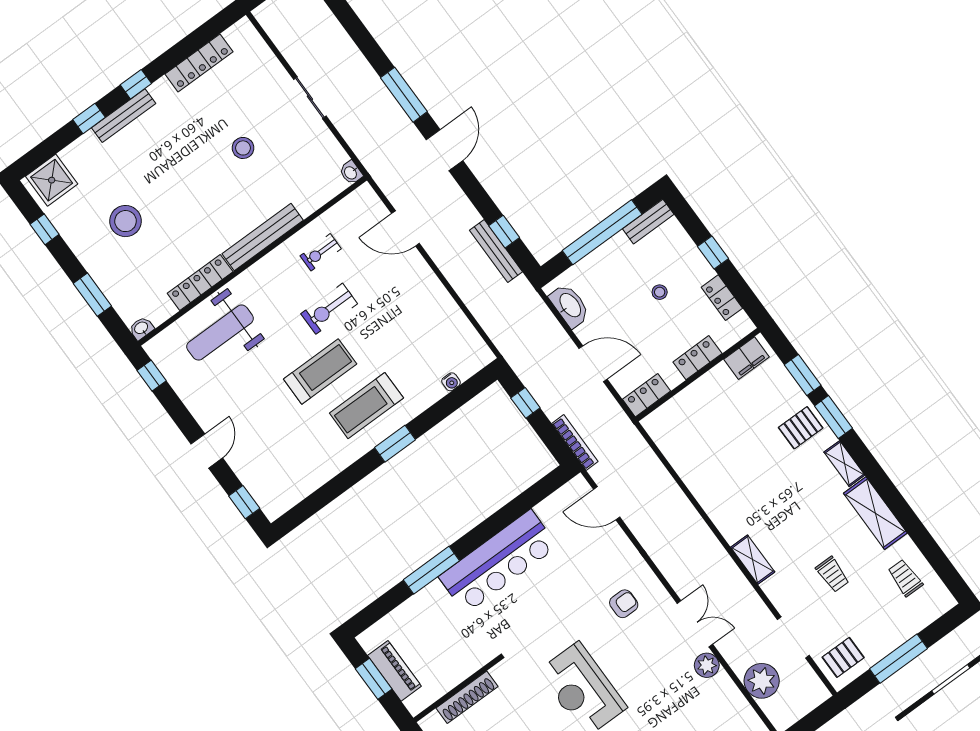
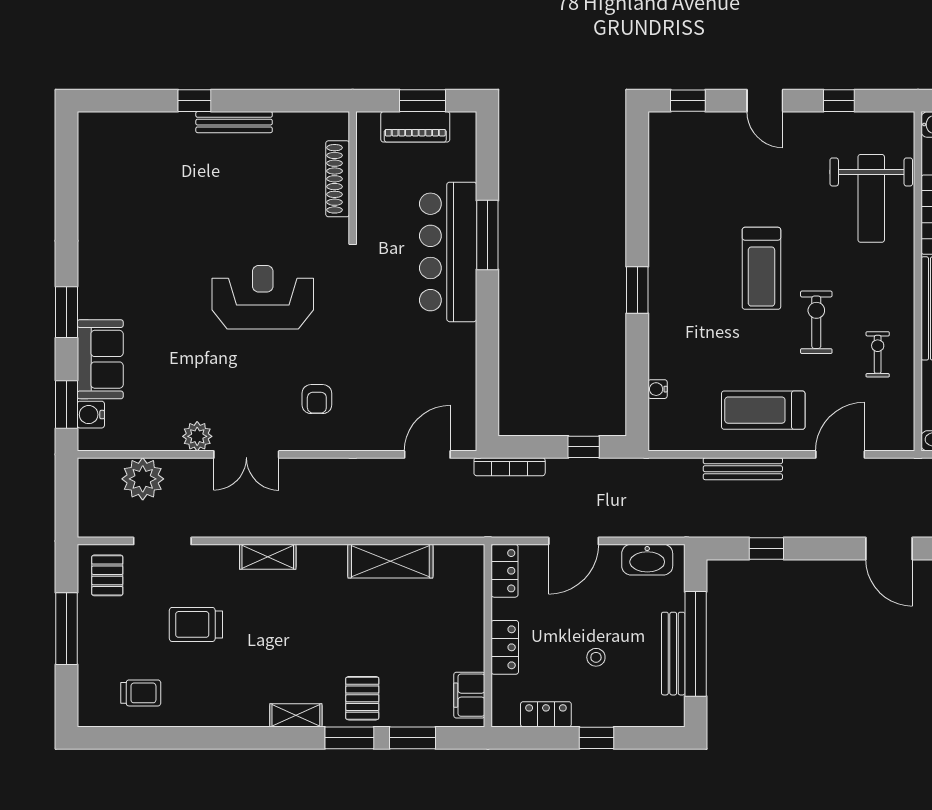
bench: (648, 222) -> (673, 654), moved, width x1.36
bench: (496, 251) -> (743, 469), moved
weight bench: (220, 333) -> (871, 198), turned 180
window: (152, 376) -> (839, 101), moved
treadmill: (366, 406) -> (763, 410), moved, turned -90
shelving: (875, 513) -> (390, 561), moved
bar counter: (498, 561) -> (448, 252), moved
trolley: (833, 574) -> (196, 624), width x1.36, depth x1.39

